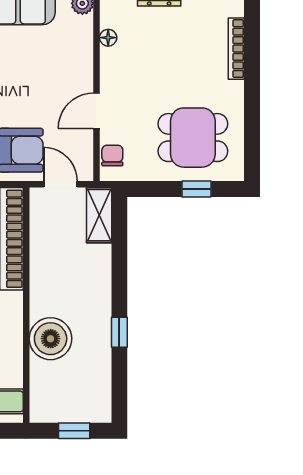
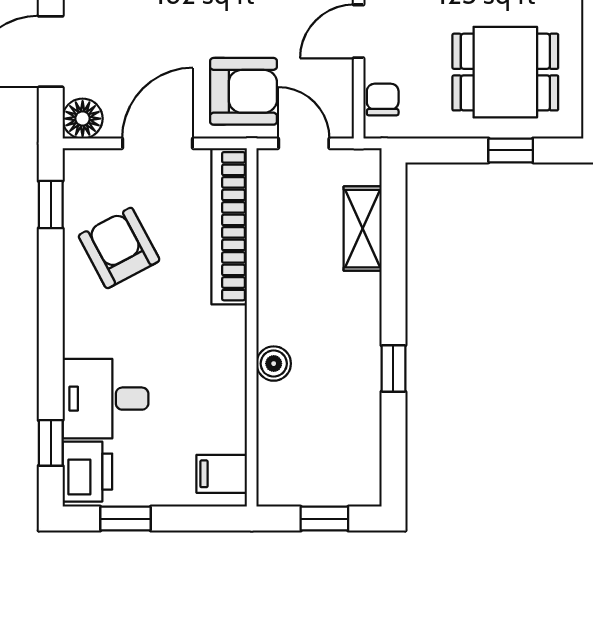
shelving: (99, 215) -> (363, 229), moved
boiler: (51, 339) -> (274, 364), width x0.54, depth x0.54

